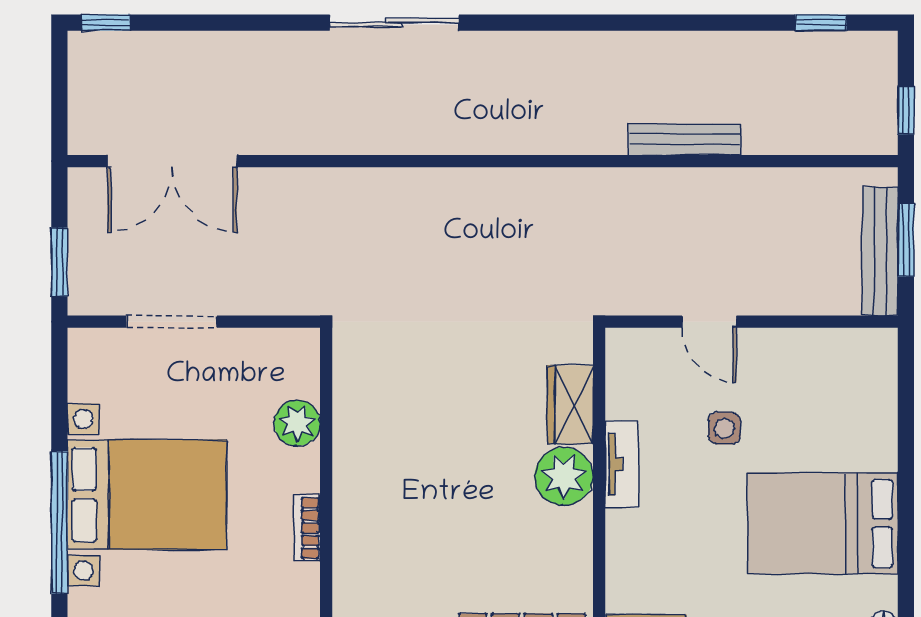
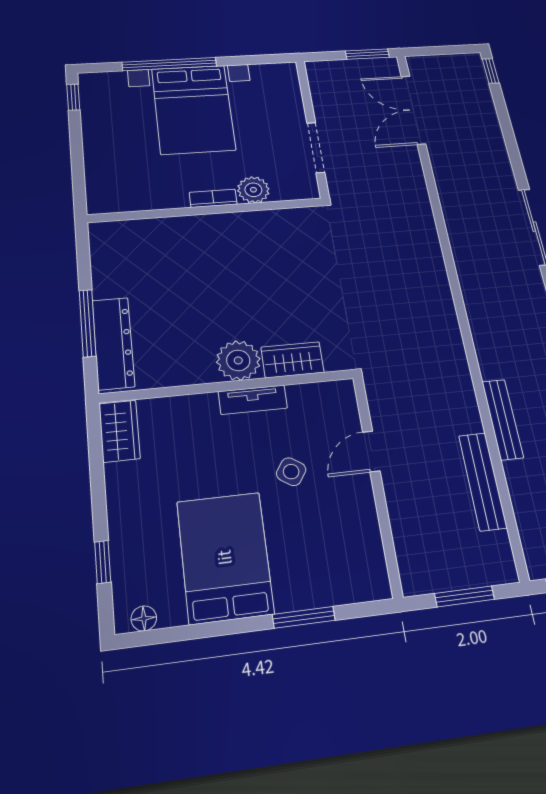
bench: (880, 251) -> (483, 481), moved, turned 90
window: (59, 262) -> (367, 54), moved
doorway: (172, 322) -> (316, 148), moved
side table: (724, 428) -> (291, 472), turned 34
window: (906, 439) -> (304, 617), added
bookcase: (307, 528) -> (213, 198), moved

